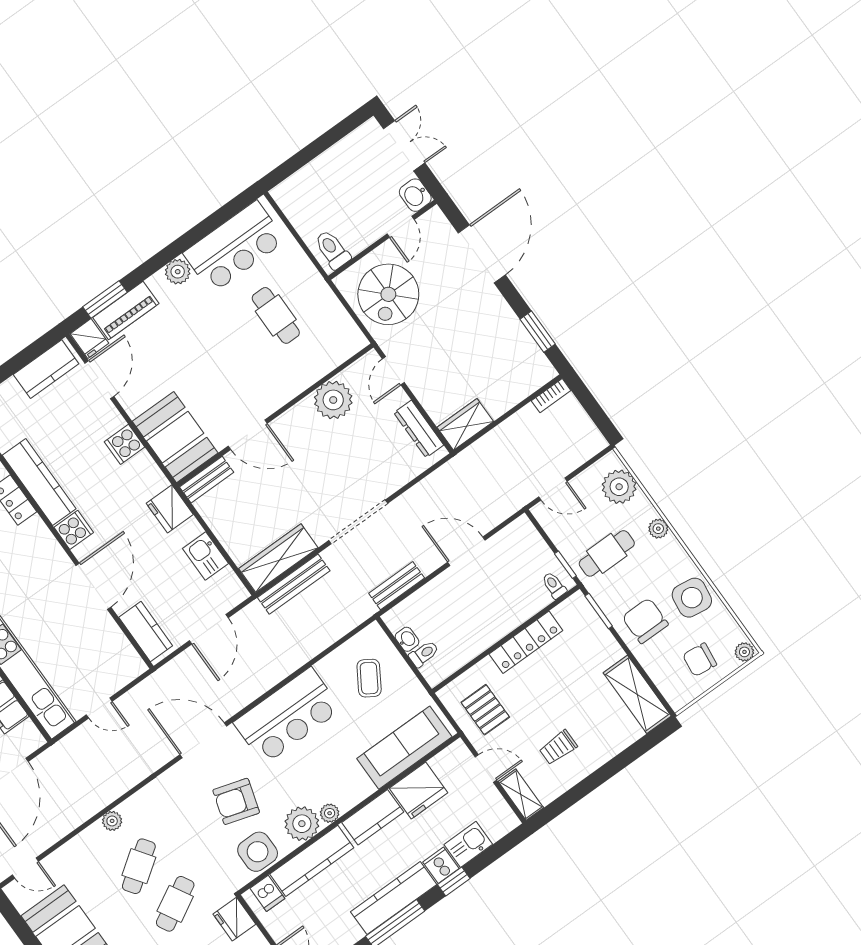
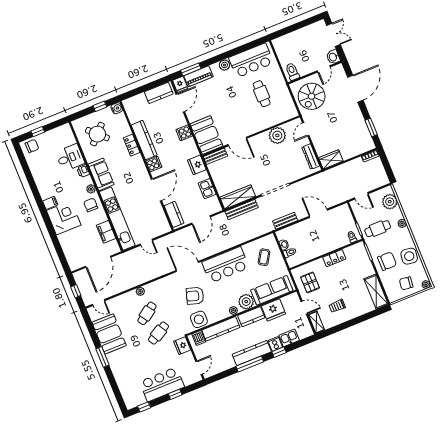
chair: (645, 621) -> (387, 261), turned 90
locker: (526, 642) -> (334, 258), width x0.66
plant: (302, 824) -> (246, 302), moved

